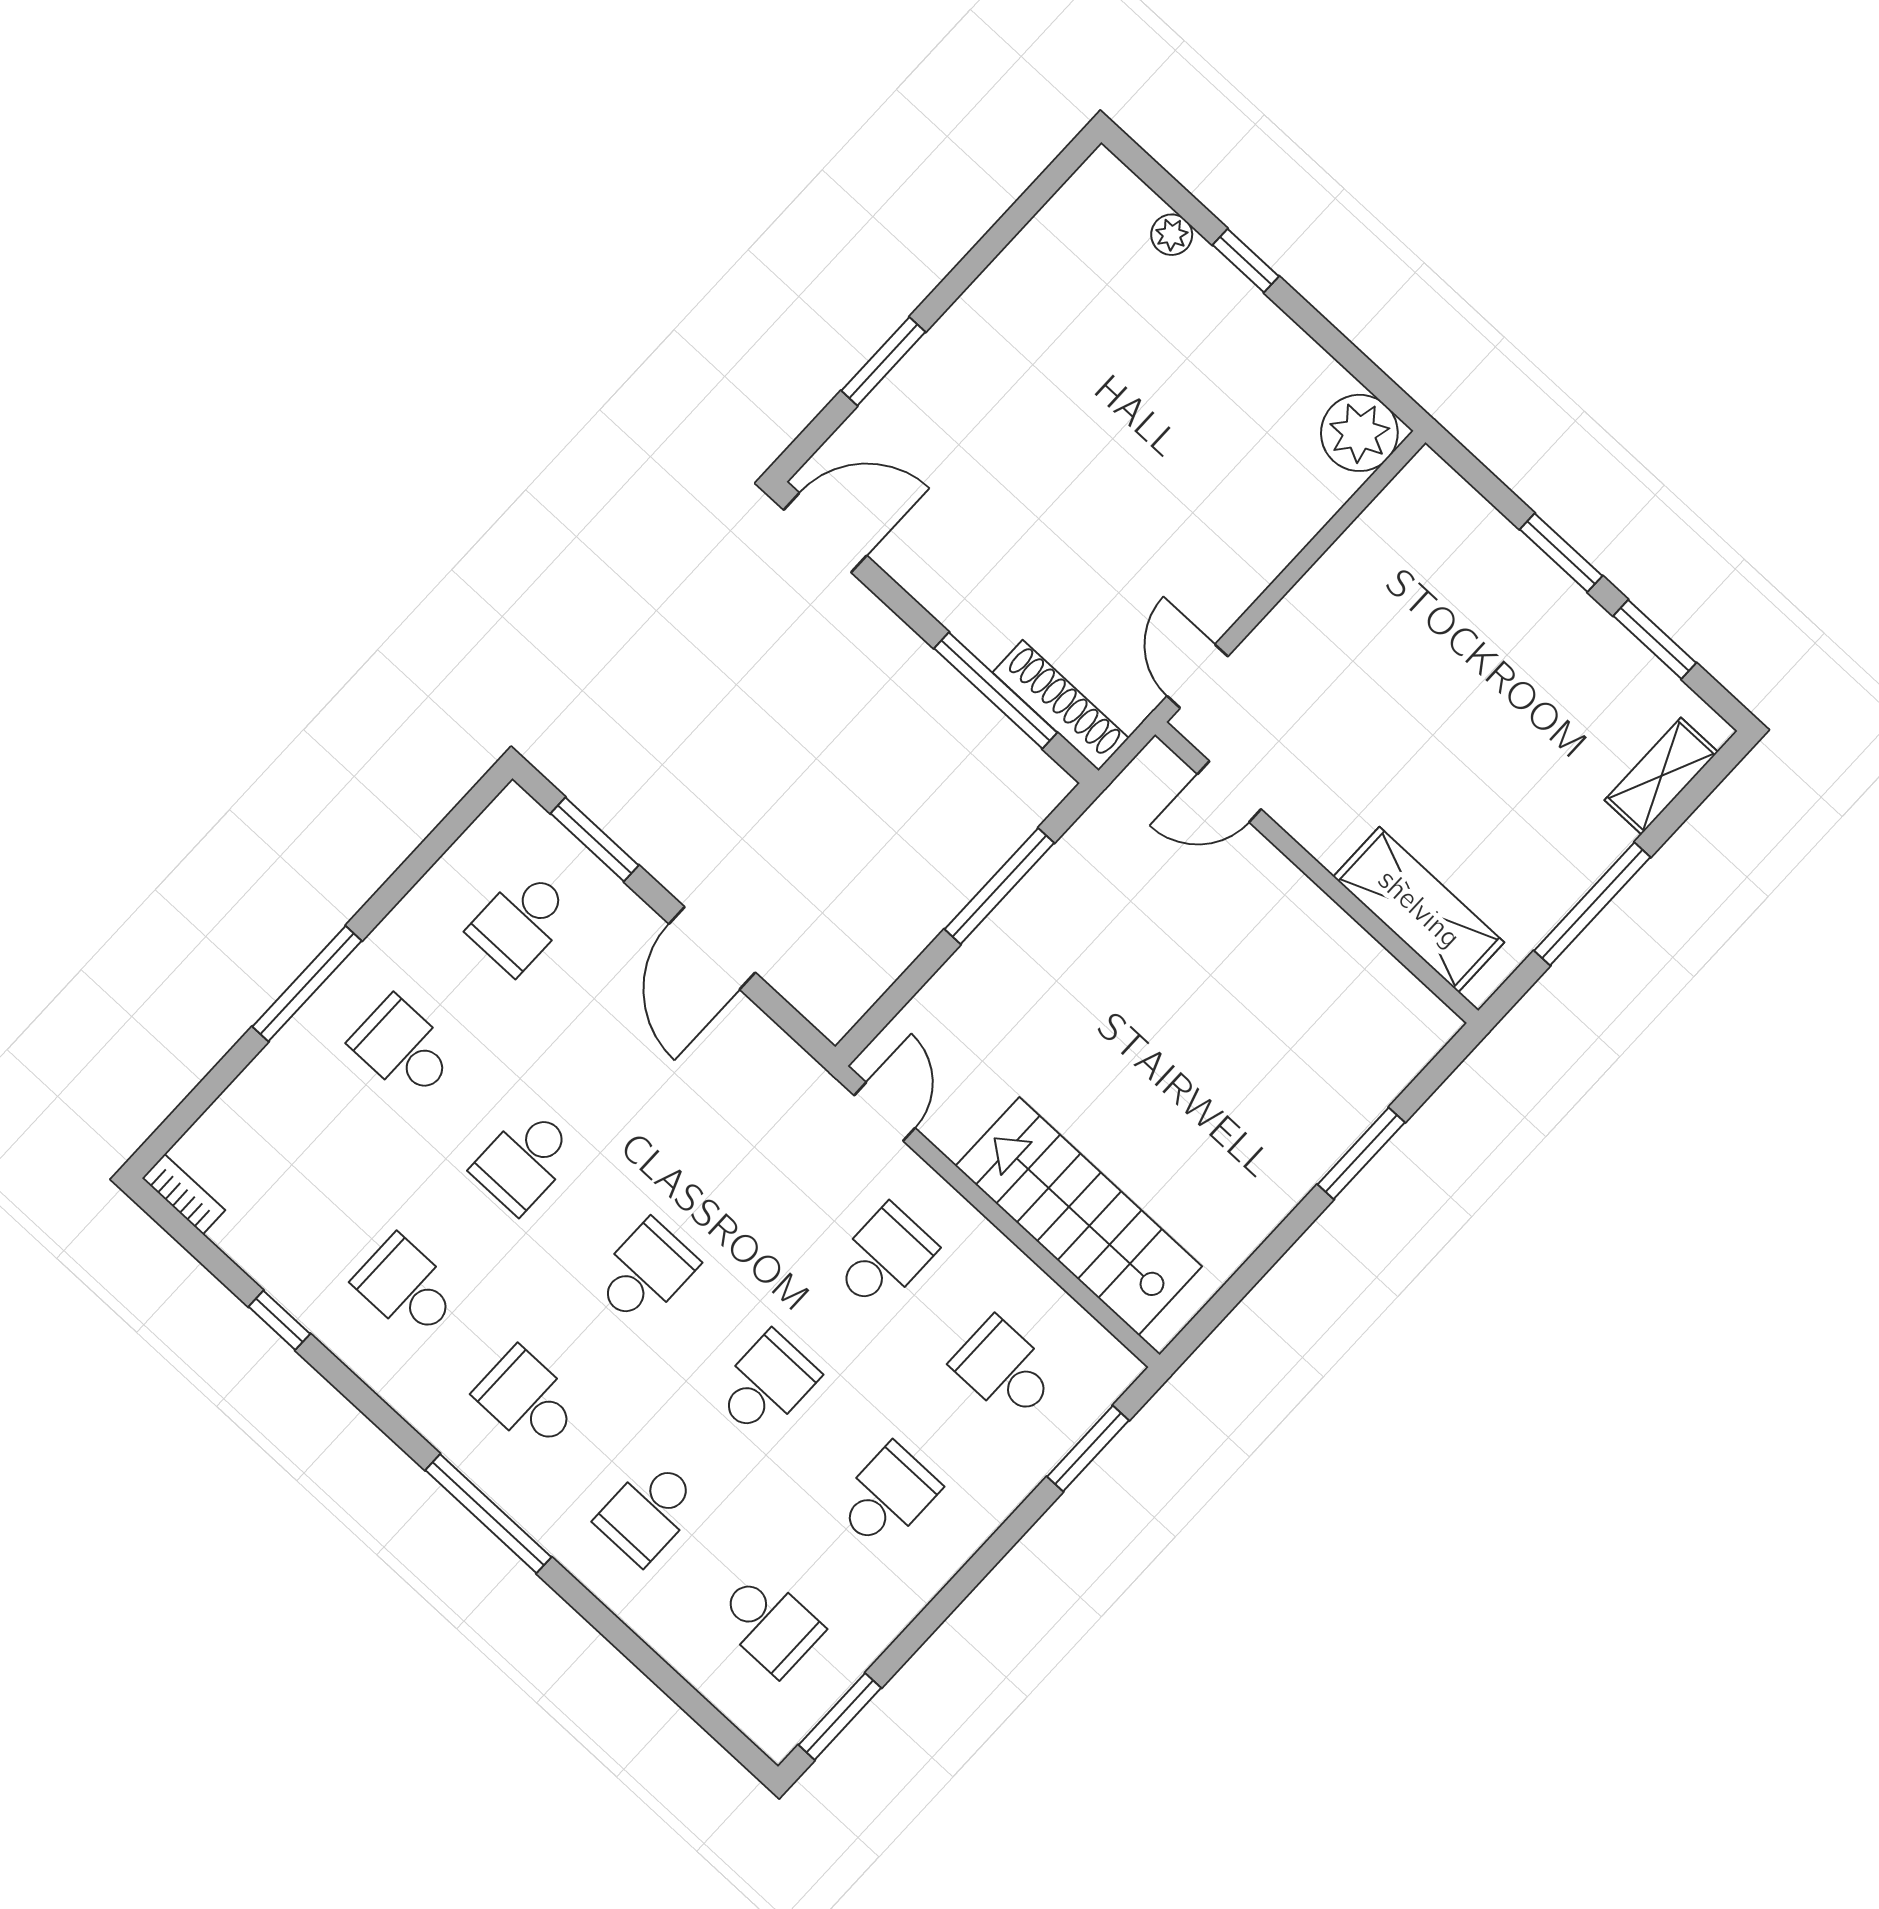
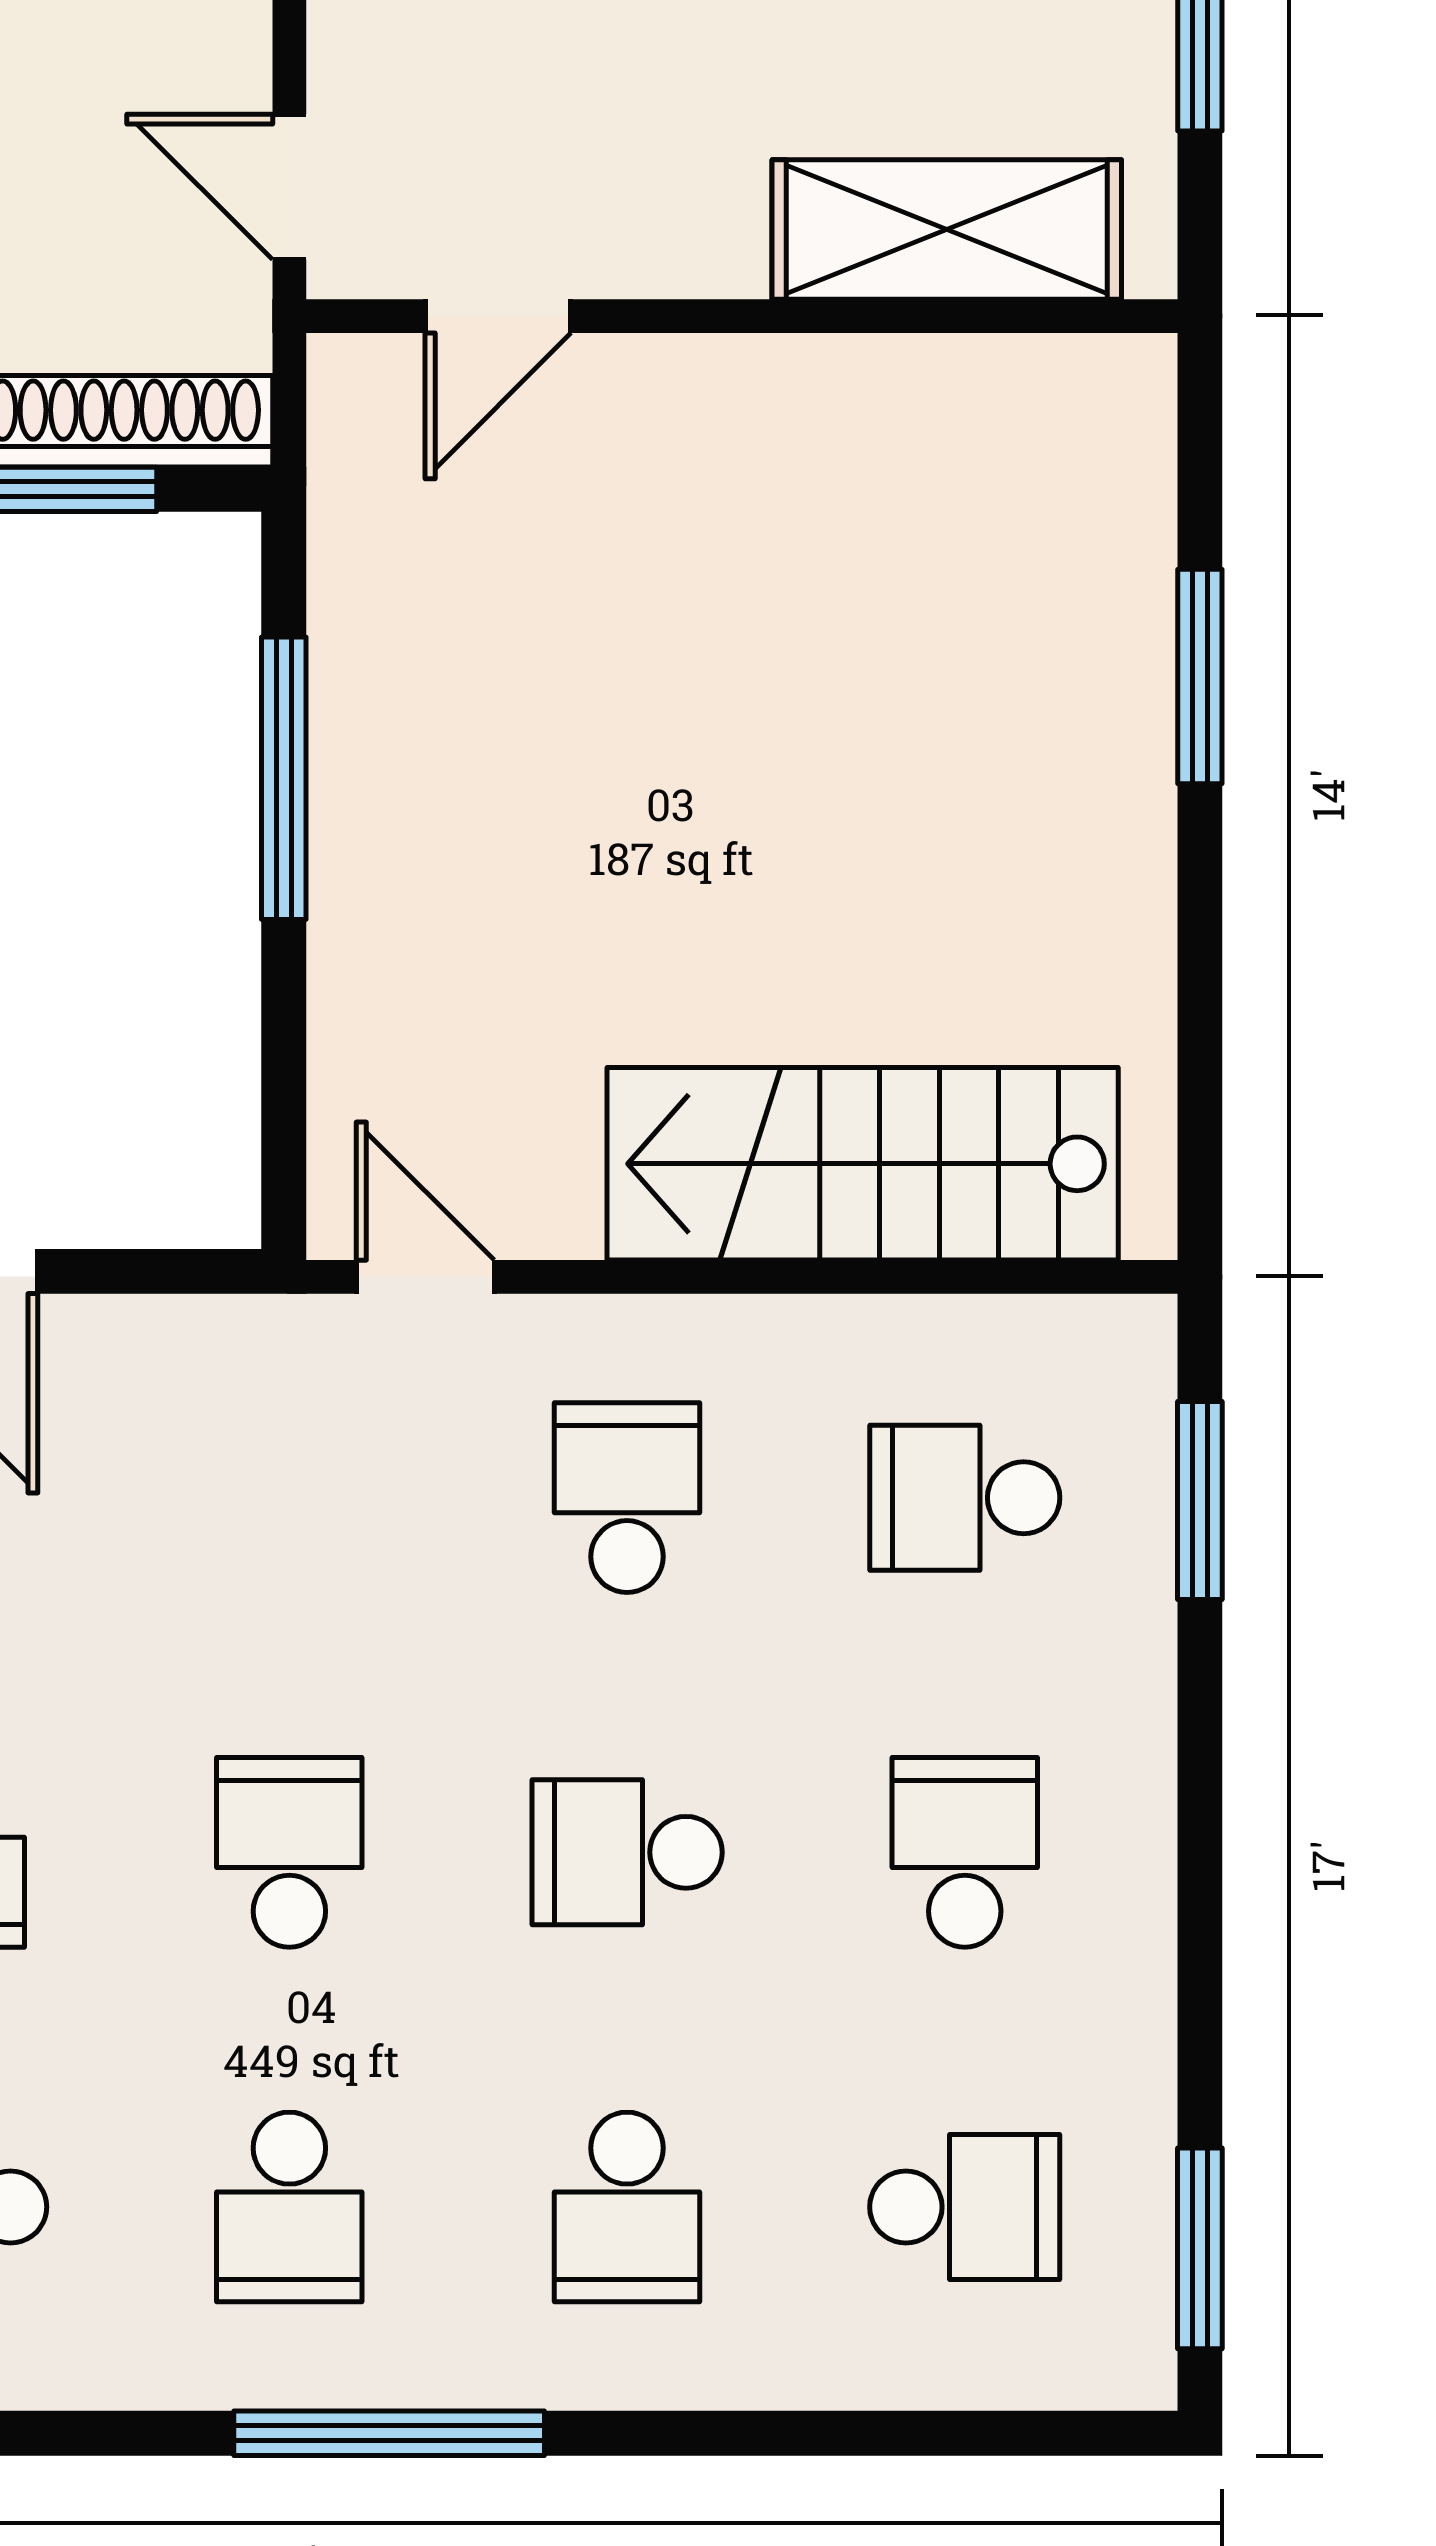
school desk: (766, 1385) -> (627, 1852), turned -90
school desk: (528, 1400) -> (289, 2207), turned -90

